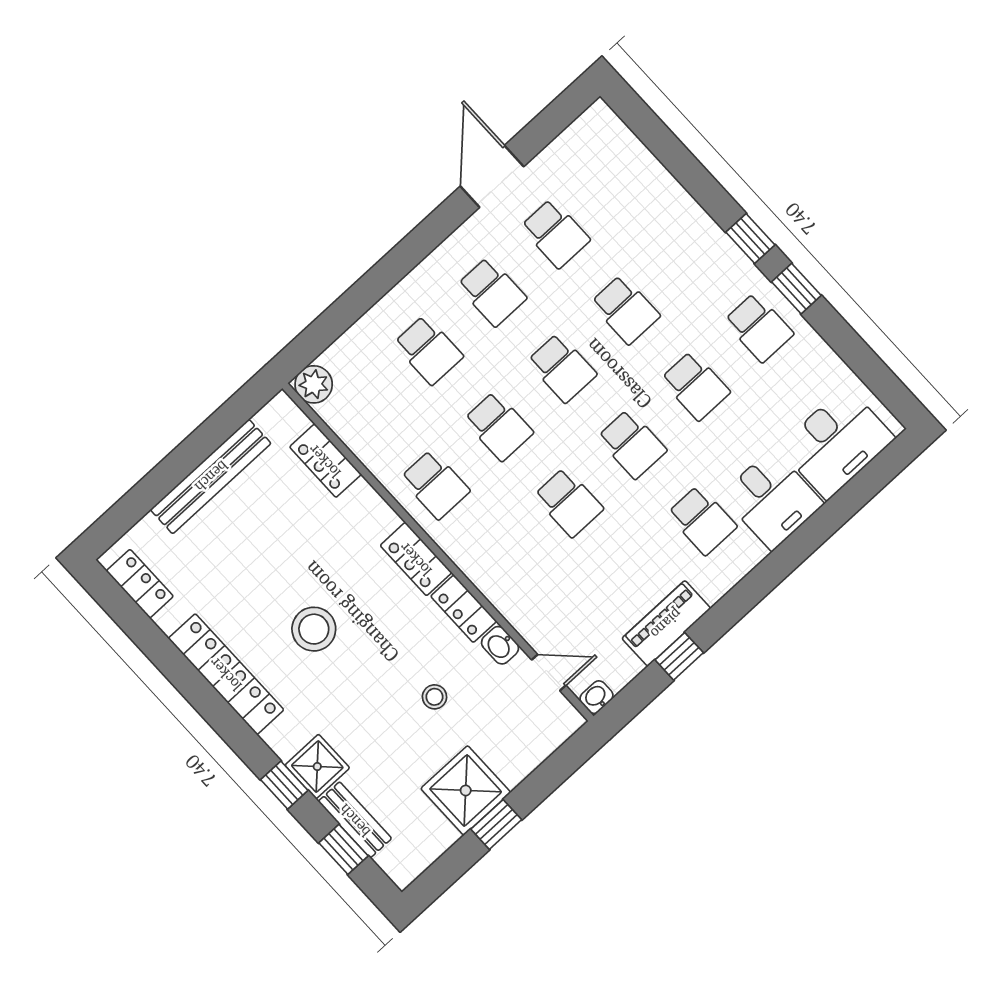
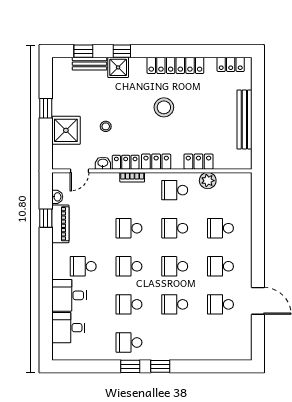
plant: (314, 384) -> (208, 181), moved
desk: (837, 443) -> (68, 328), width x0.73
locker: (325, 461) -> (198, 162), moved
bookcase: (479, 575) -> (132, 177), added
washbasin: (596, 697) -> (57, 197), moved
shower: (466, 790) -> (66, 130), moved

